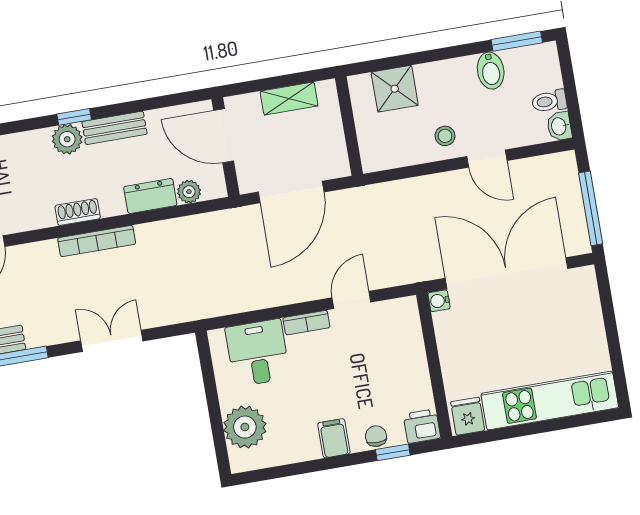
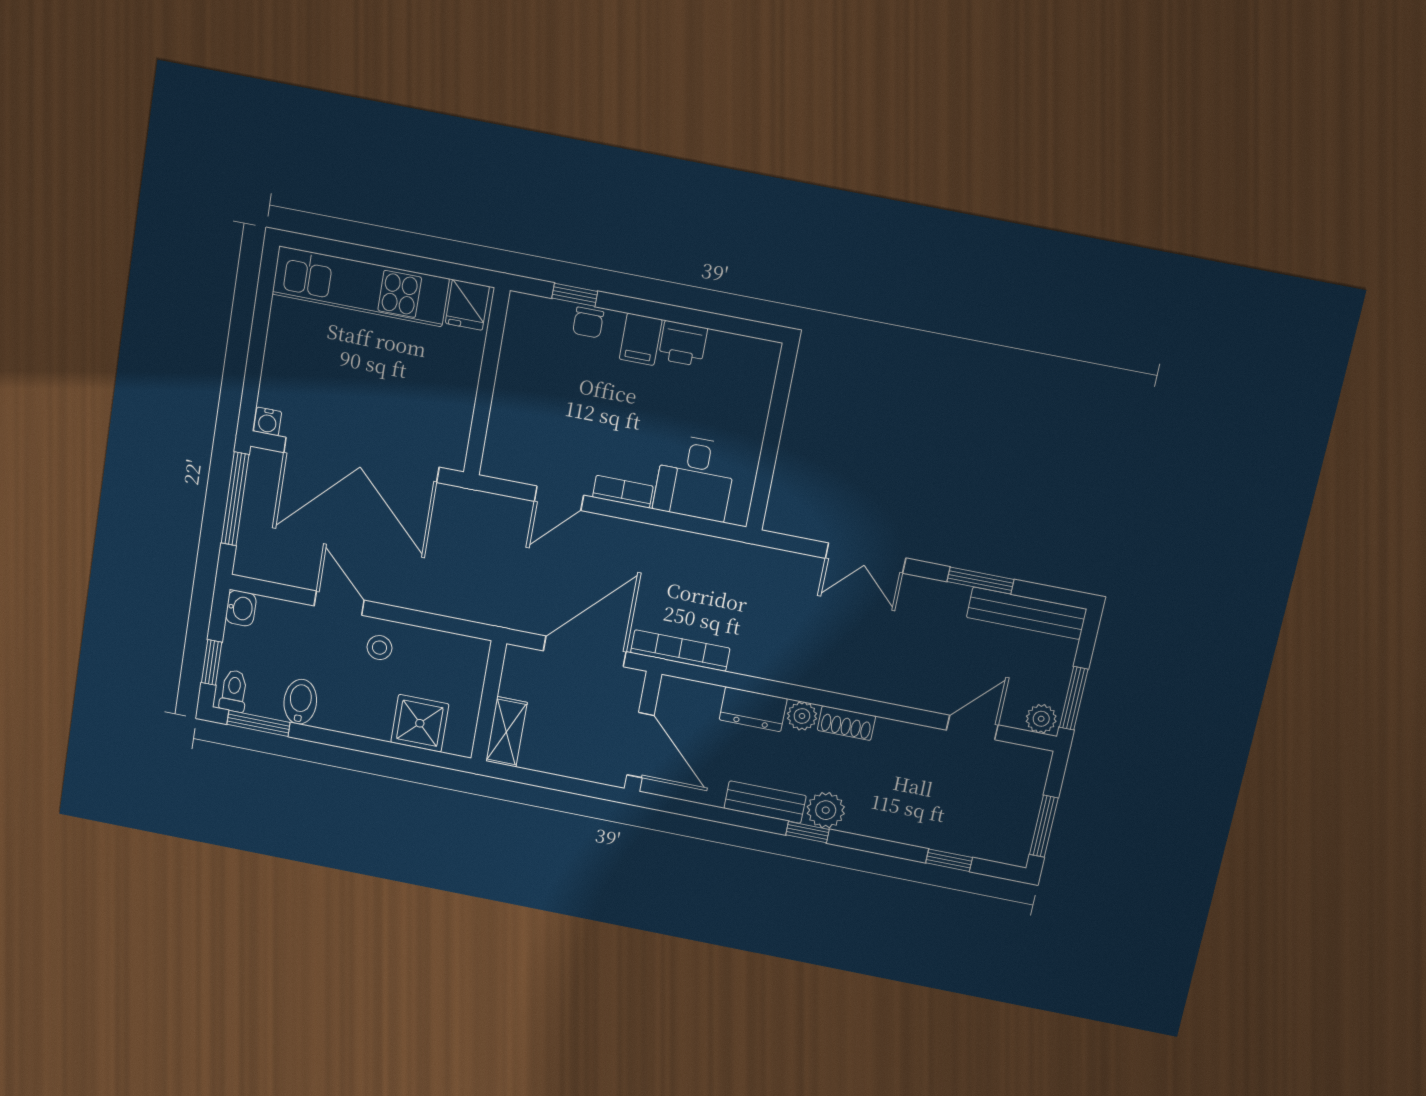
window: (568, 75) -> (212, 662), added
shelving: (289, 98) -> (506, 732), moved, turned 90
toilet: (549, 101) -> (234, 691), moved, turned -90
plant: (189, 192) -> (802, 716), moved
bookcase: (97, 241) -> (680, 651), moved
water cooler: (439, 301) -> (268, 421), moved, turned 90
printer: (422, 426) -> (683, 344), moved
plant: (245, 427) -> (744, 394), removed

